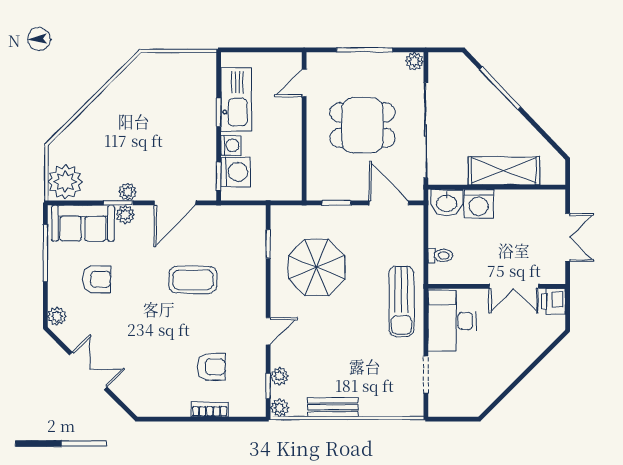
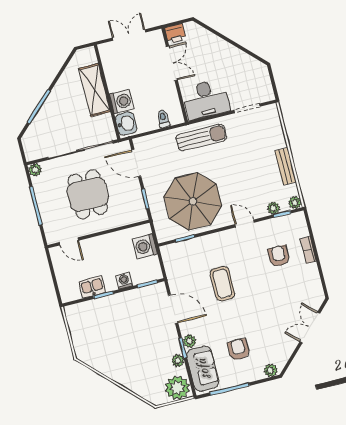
kitchen sink: (236, 99) -> (92, 287), width x0.53, depth x0.81
washing machine: (236, 172) -> (145, 246), moved, turned -90
plant: (128, 192) -> (178, 361), moved
door: (389, 203) -> (136, 163), hinge flipped
parasol: (317, 267) -> (193, 201), width x1.36, depth x1.36
double door: (88, 371) -> (310, 328), moved

